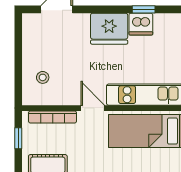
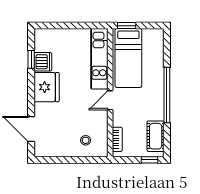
bookcase: (53, 117) -> (117, 139), width x0.64
window: (18, 138) -> (150, 160), moved

